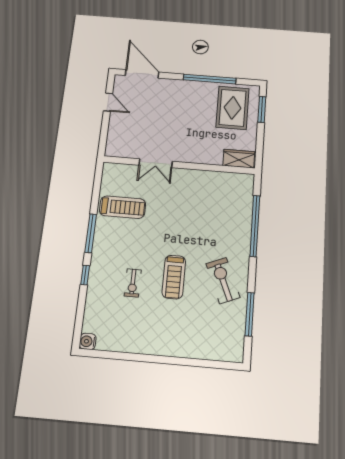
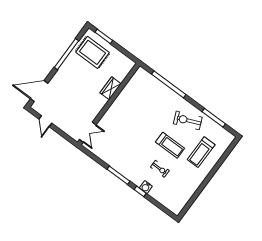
door: (108, 102) -> (45, 121), swing flipped
wardrobe: (239, 159) -> (111, 88), moved
double door: (156, 163) -> (88, 132), moved
treadmill: (122, 207) -> (201, 152), moved, turned 180
water cooler: (88, 341) -> (146, 187), moved

